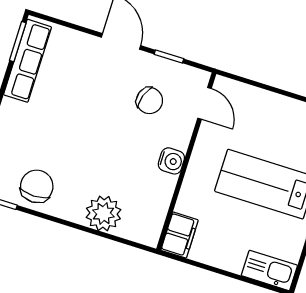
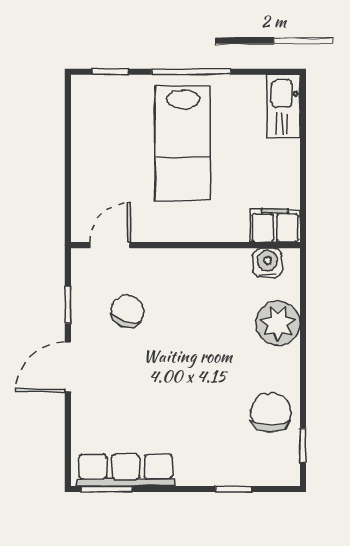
water cooler: (171, 161) -> (267, 263), moved
chair: (37, 186) -> (271, 413), turned 90

